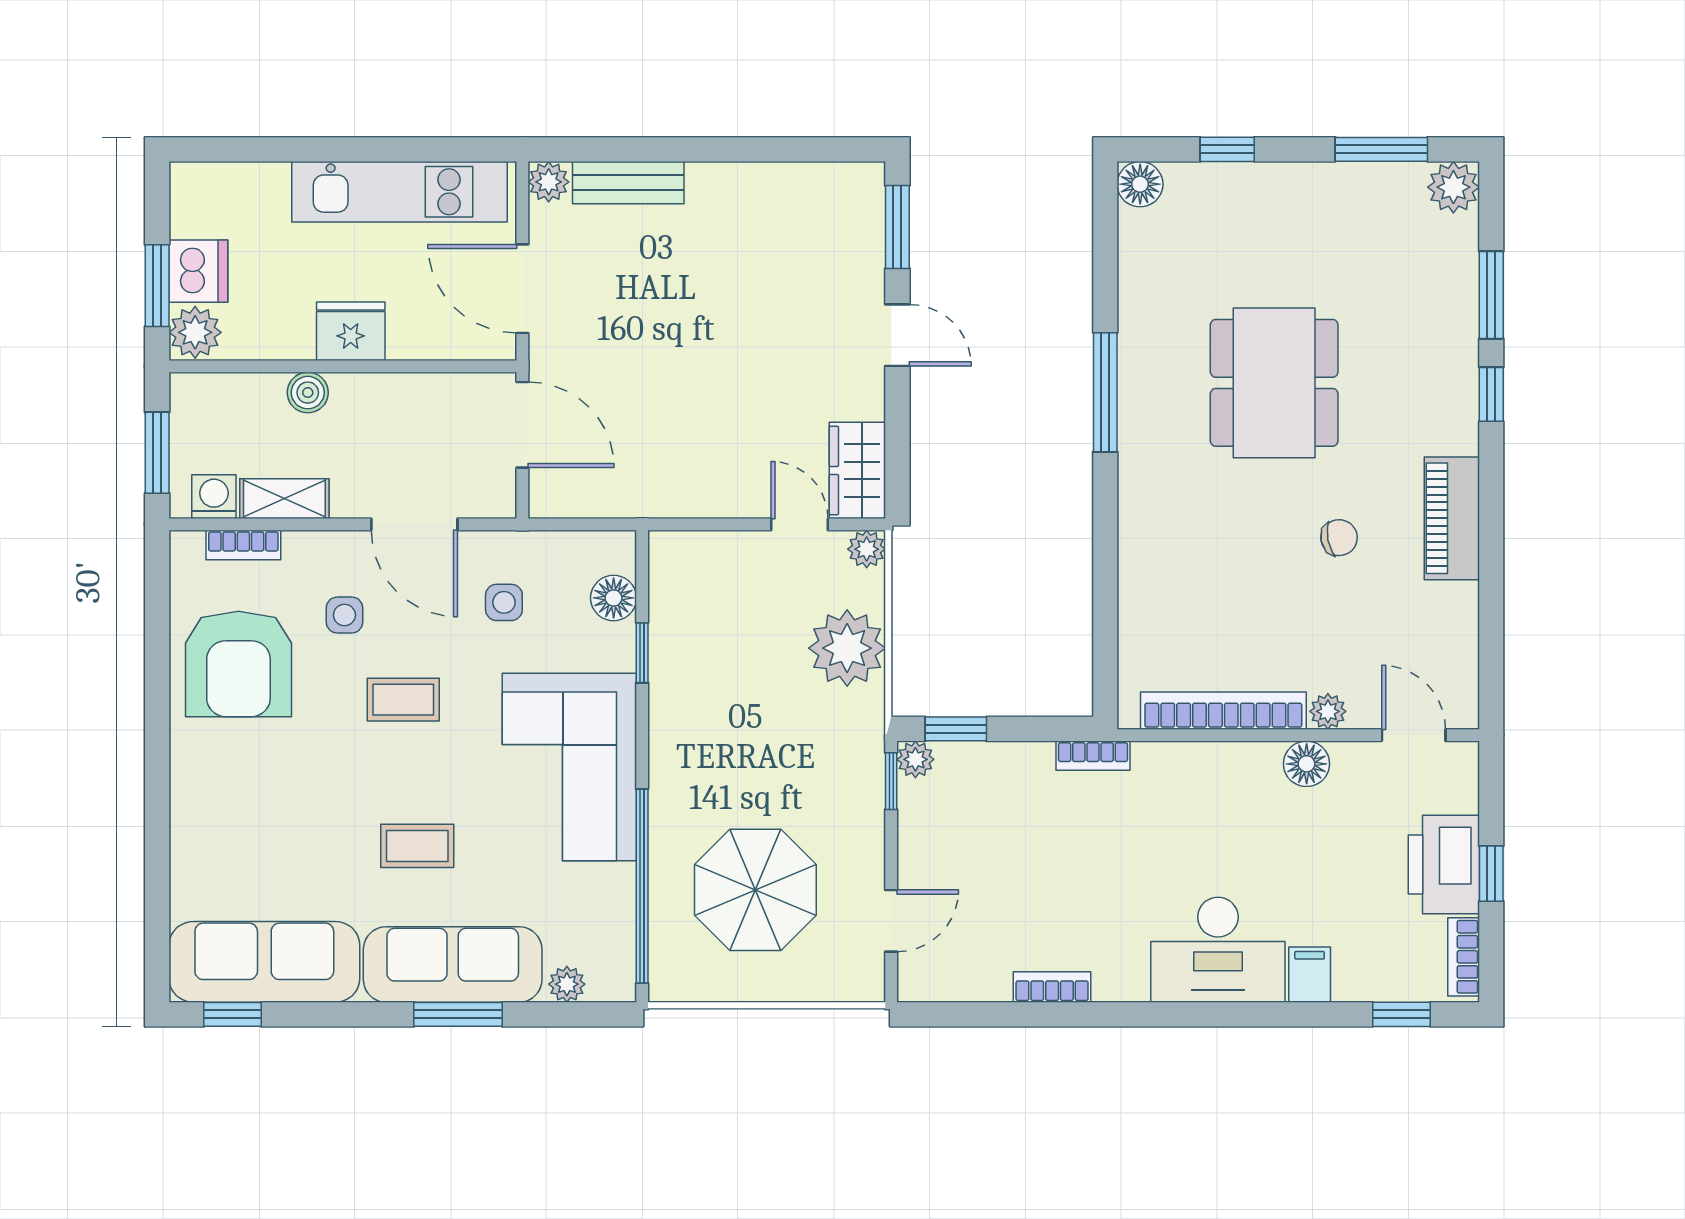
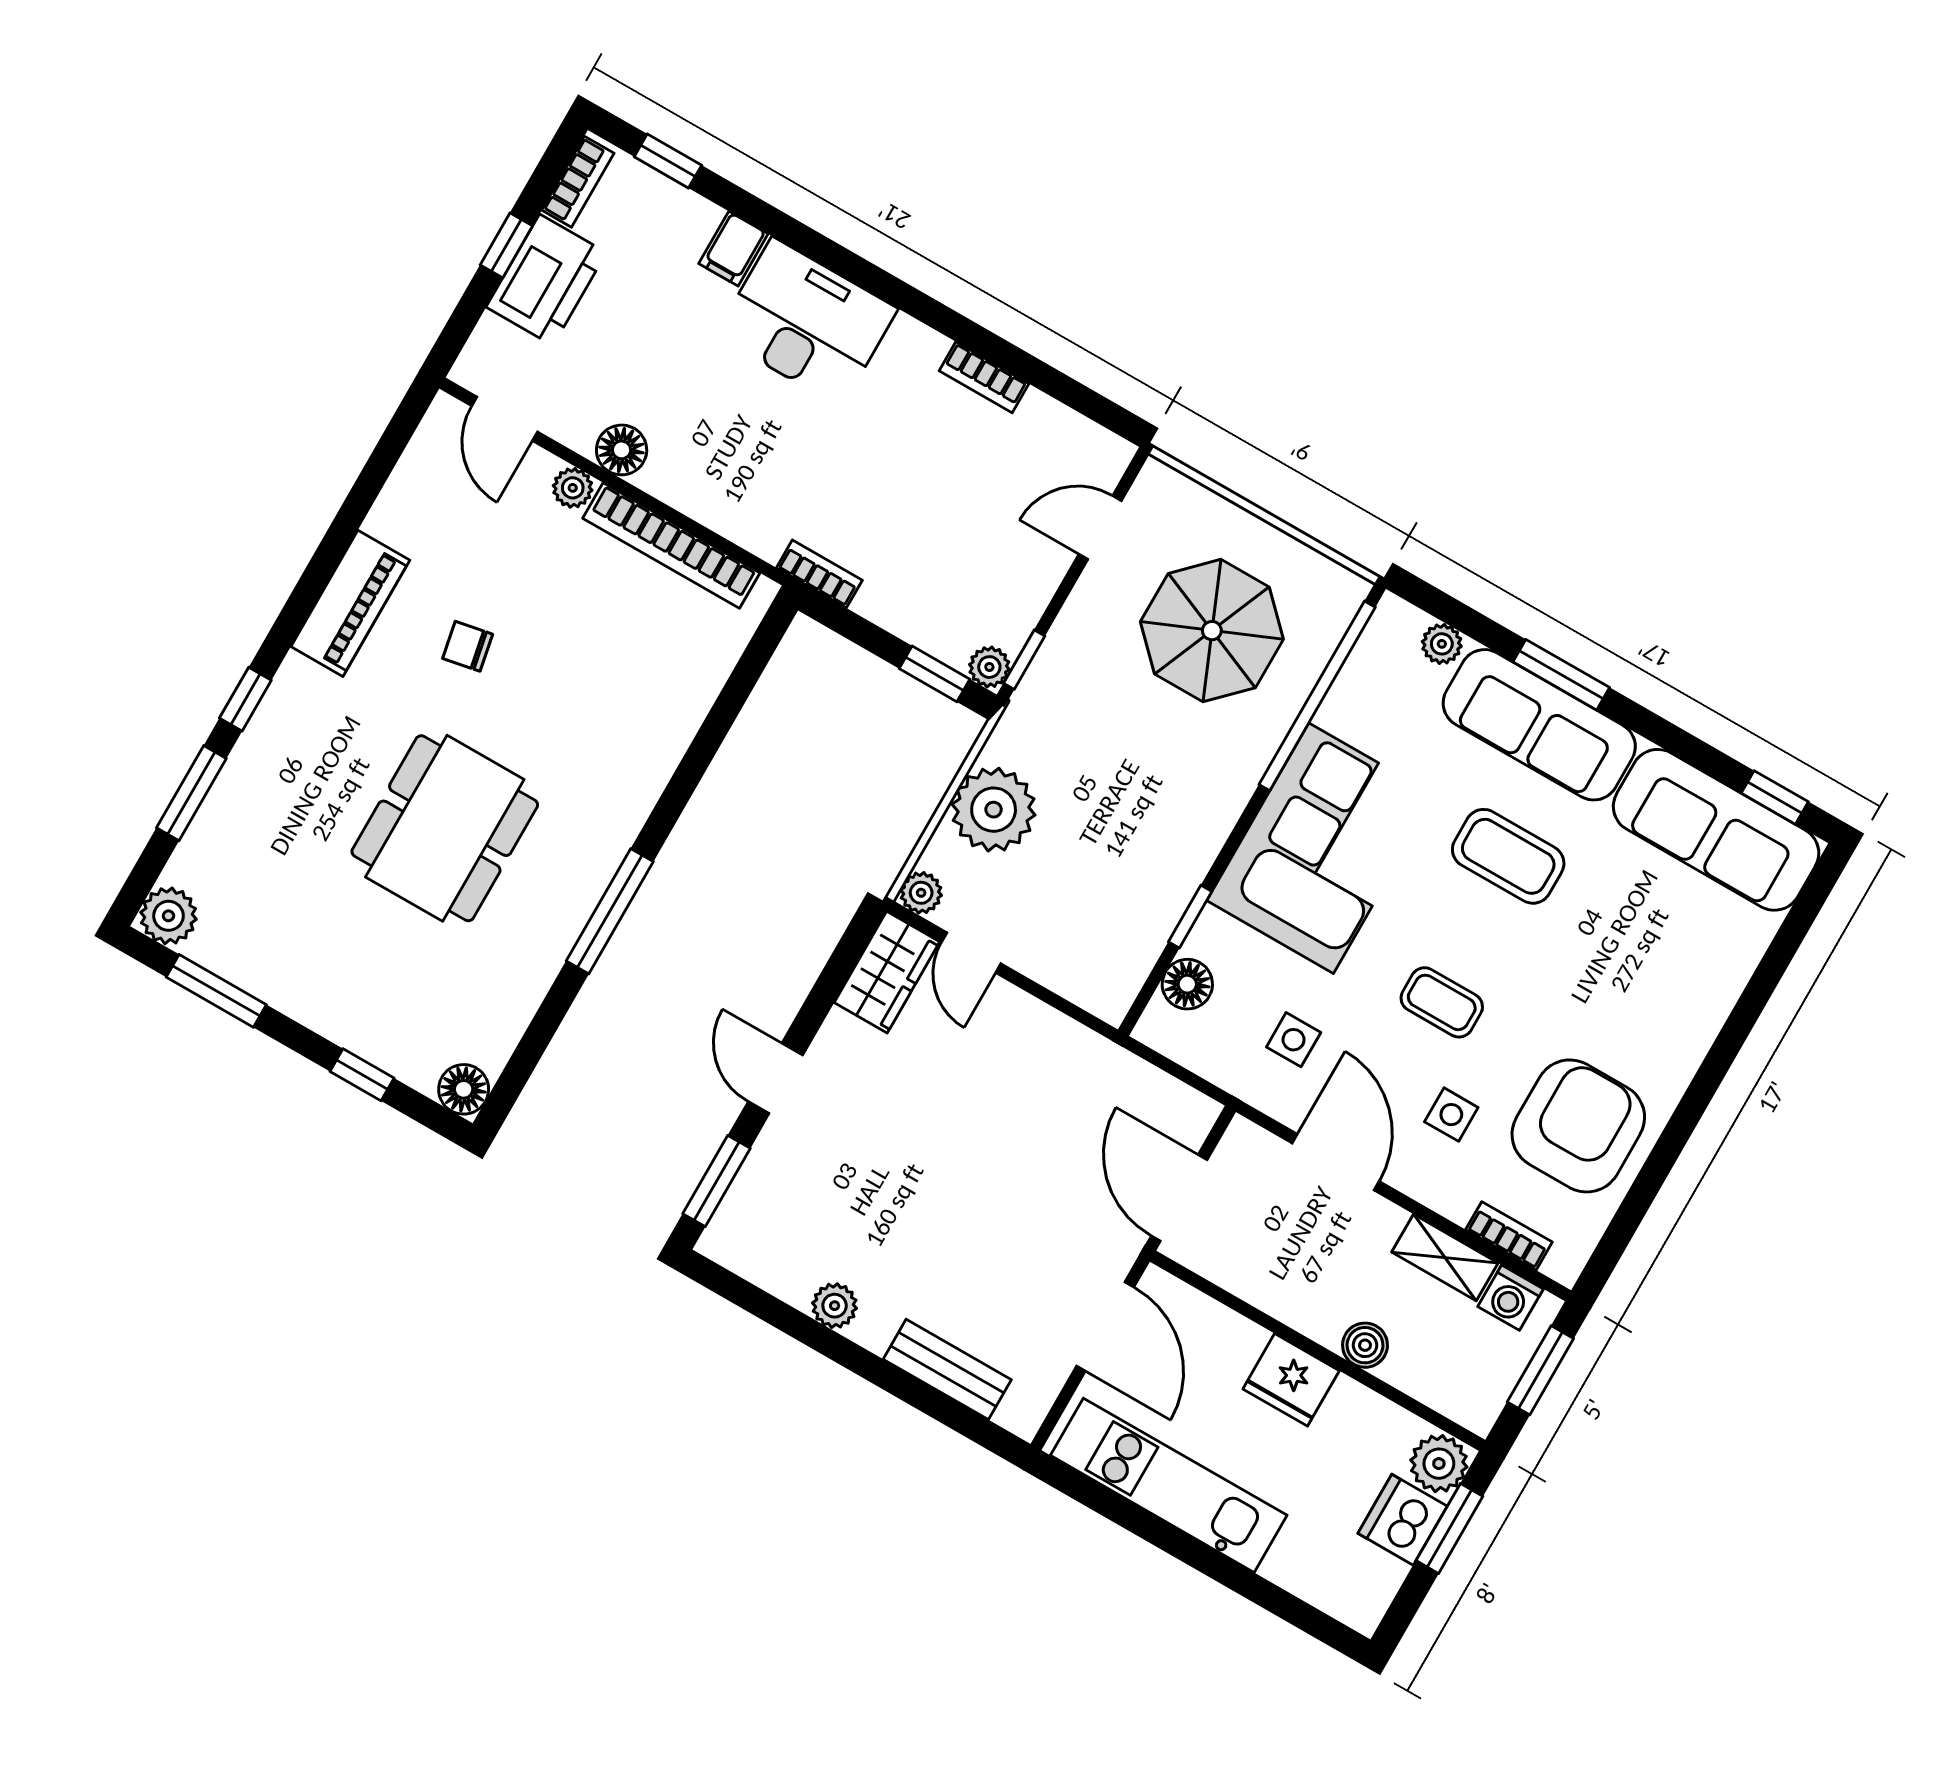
plant: (549, 182) -> (835, 1306), moved
coffee table: (417, 846) -> (1508, 856), width x1.36, depth x1.30

